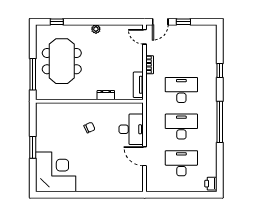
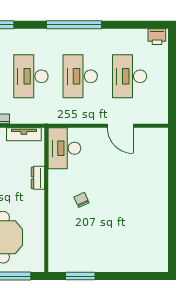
desk: (131, 129) -> (64, 148), moved, turned -90
window: (33, 147) -> (80, 276), moved
door: (145, 156) -> (120, 126), hinge flipped
corner desk: (56, 172) -> (141, 245), removed

